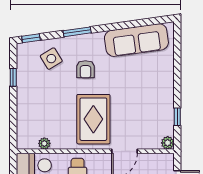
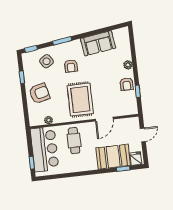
sofa: (136, 40) -> (98, 43), width x0.73
armchair: (36, 104) -> (39, 93), added
armchair: (162, 105) -> (127, 84), added
plant: (168, 143) -> (128, 65), moved

